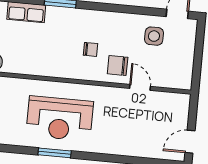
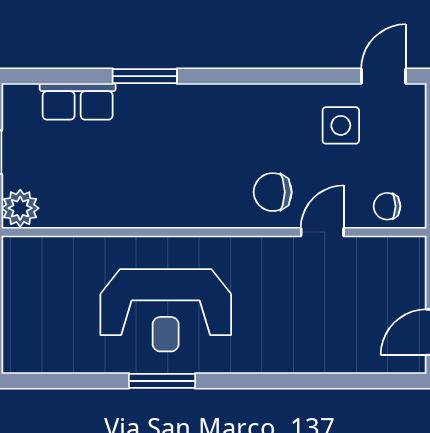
chair: (91, 49) -> (387, 206), moved, turned 180
door: (140, 87) -> (322, 232), hinge flipped

